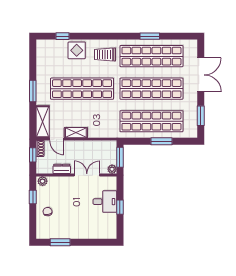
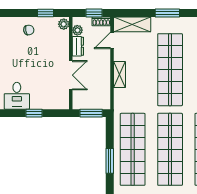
shelving: (76, 133) -> (119, 75), moved
plant: (112, 169) -> (77, 30), moved
desk: (105, 202) -> (17, 96), moved

